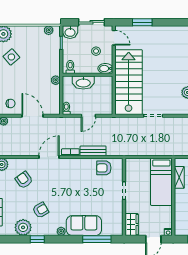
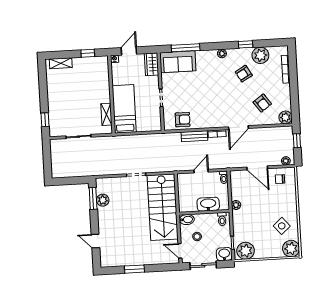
window: (142, 22) -> (134, 269), moved
plant: (49, 30) -> (246, 251), width x1.88, depth x1.88
sofa: (84, 226) -> (178, 62), moved

